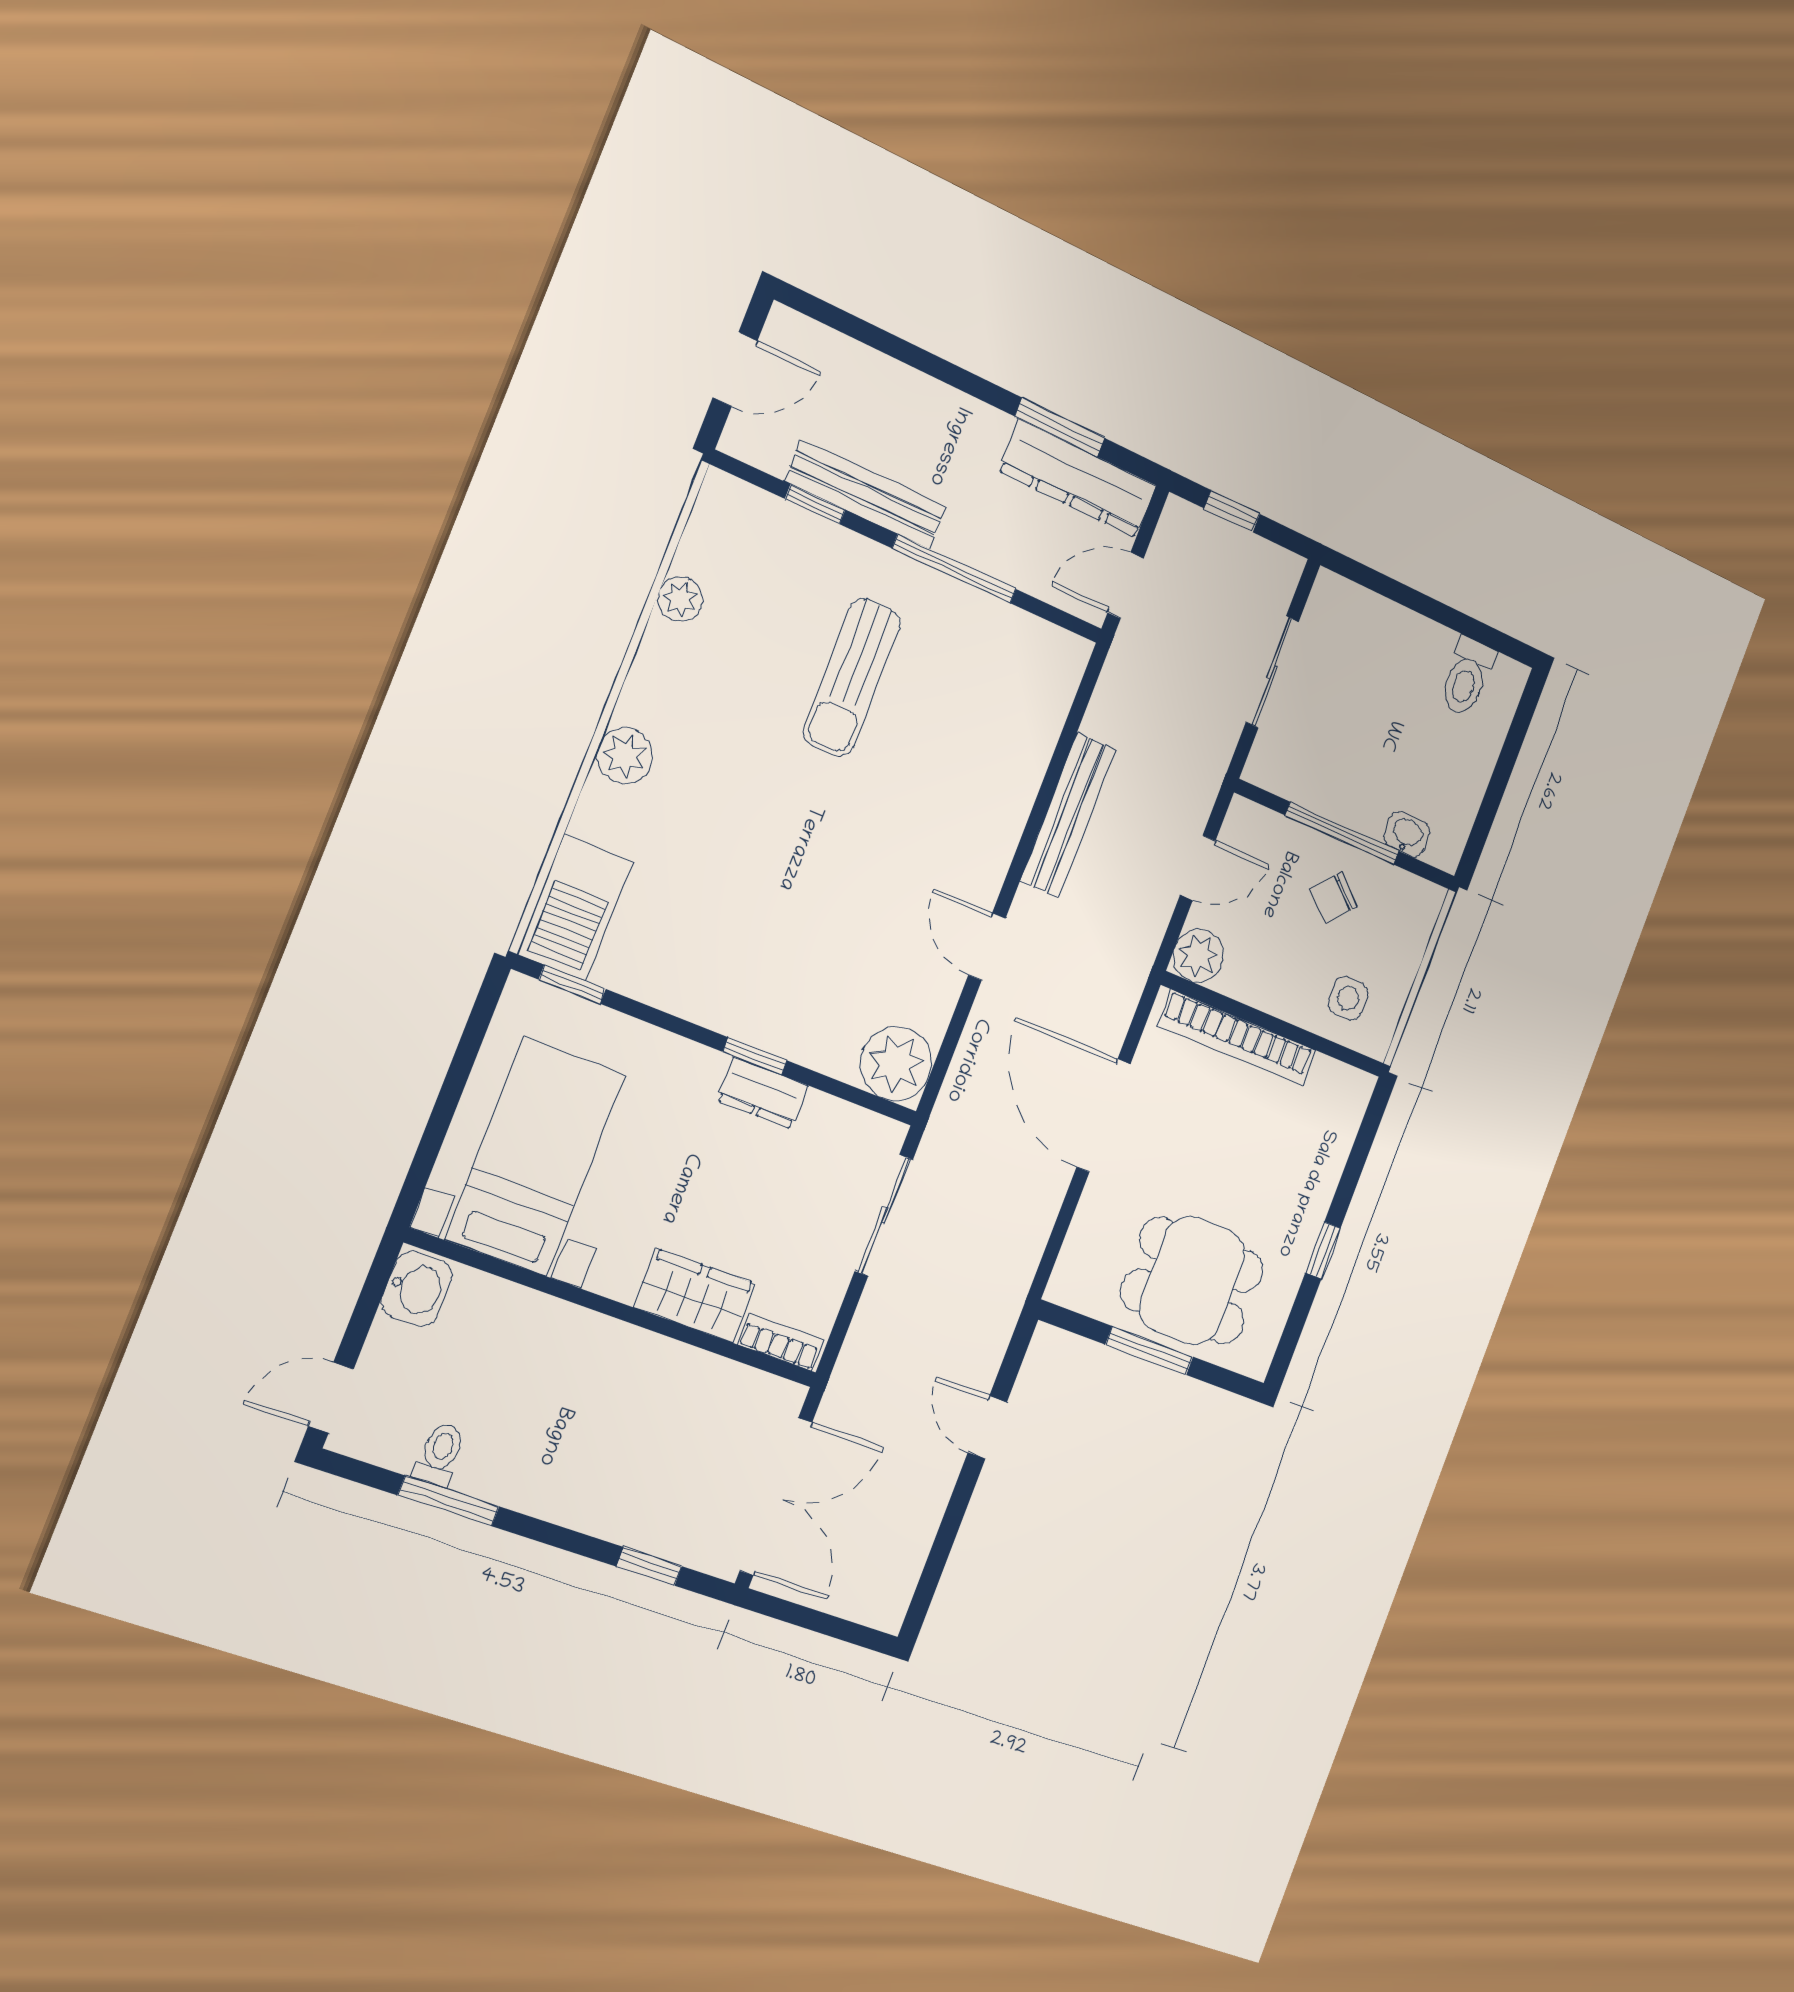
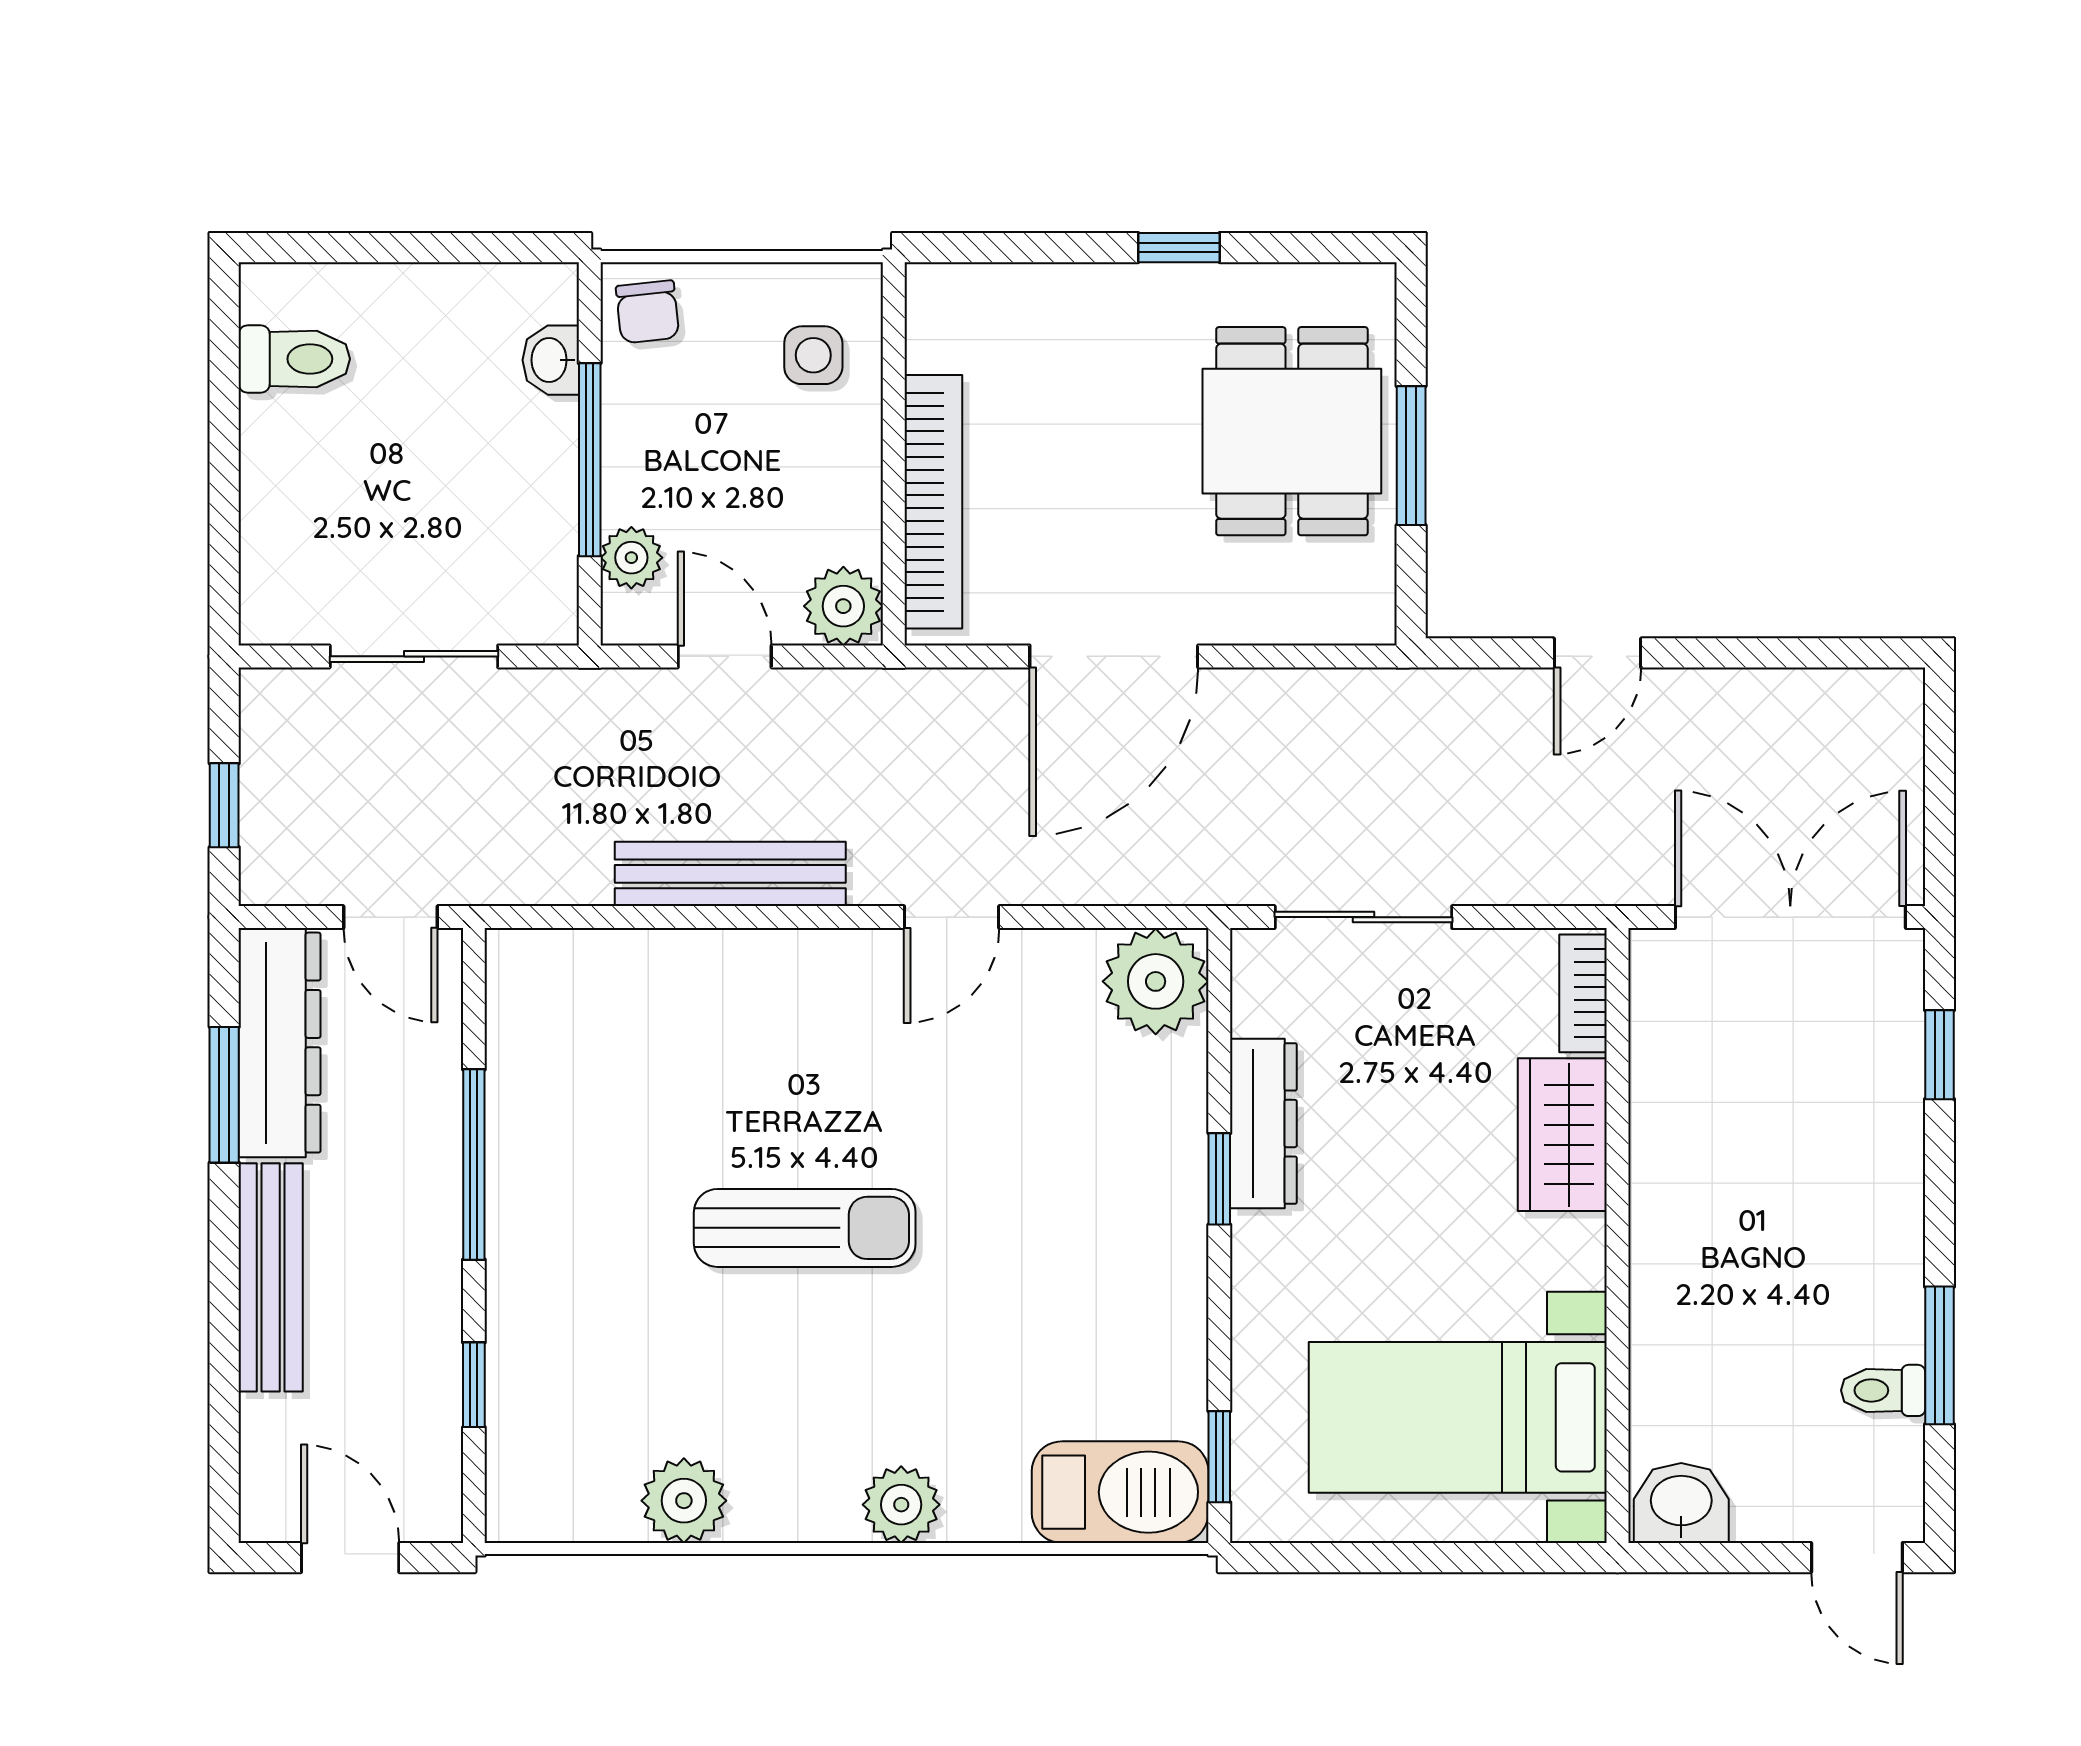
bench: (866, 494) -> (271, 1277), moved
plant: (680, 599) -> (684, 1501), width x1.38, depth x1.38
sun lounger: (852, 677) -> (805, 1228), moved
plant: (1277, 834) -> (631, 558), added
chair: (1334, 898) -> (648, 312), moved, turned 43
dresser: (763, 1093) -> (1263, 1123), width x1.44

